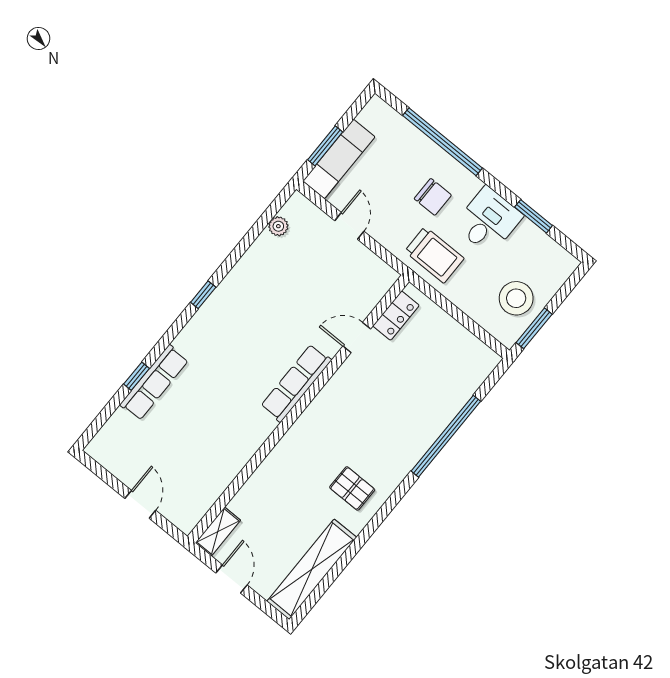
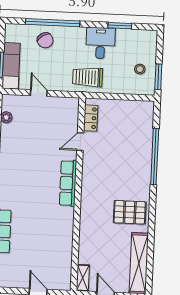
chair: (433, 197) -> (45, 40), moved, turned 59
trolley: (434, 255) -> (88, 77), turned 180
stool: (516, 298) -> (140, 69), width x0.53, depth x0.53
pallet: (352, 488) -> (130, 212), width x1.50, depth x1.42

